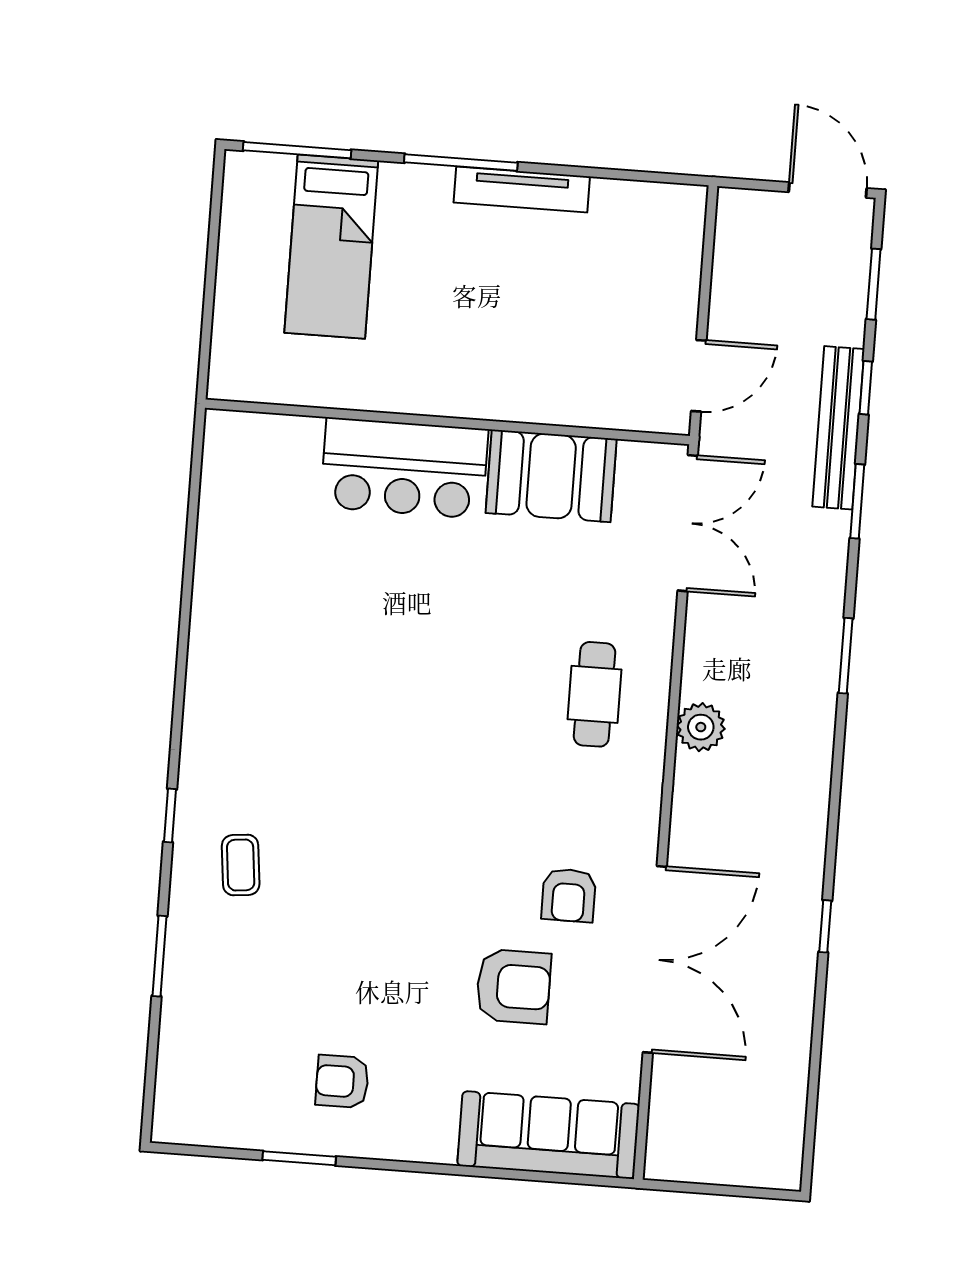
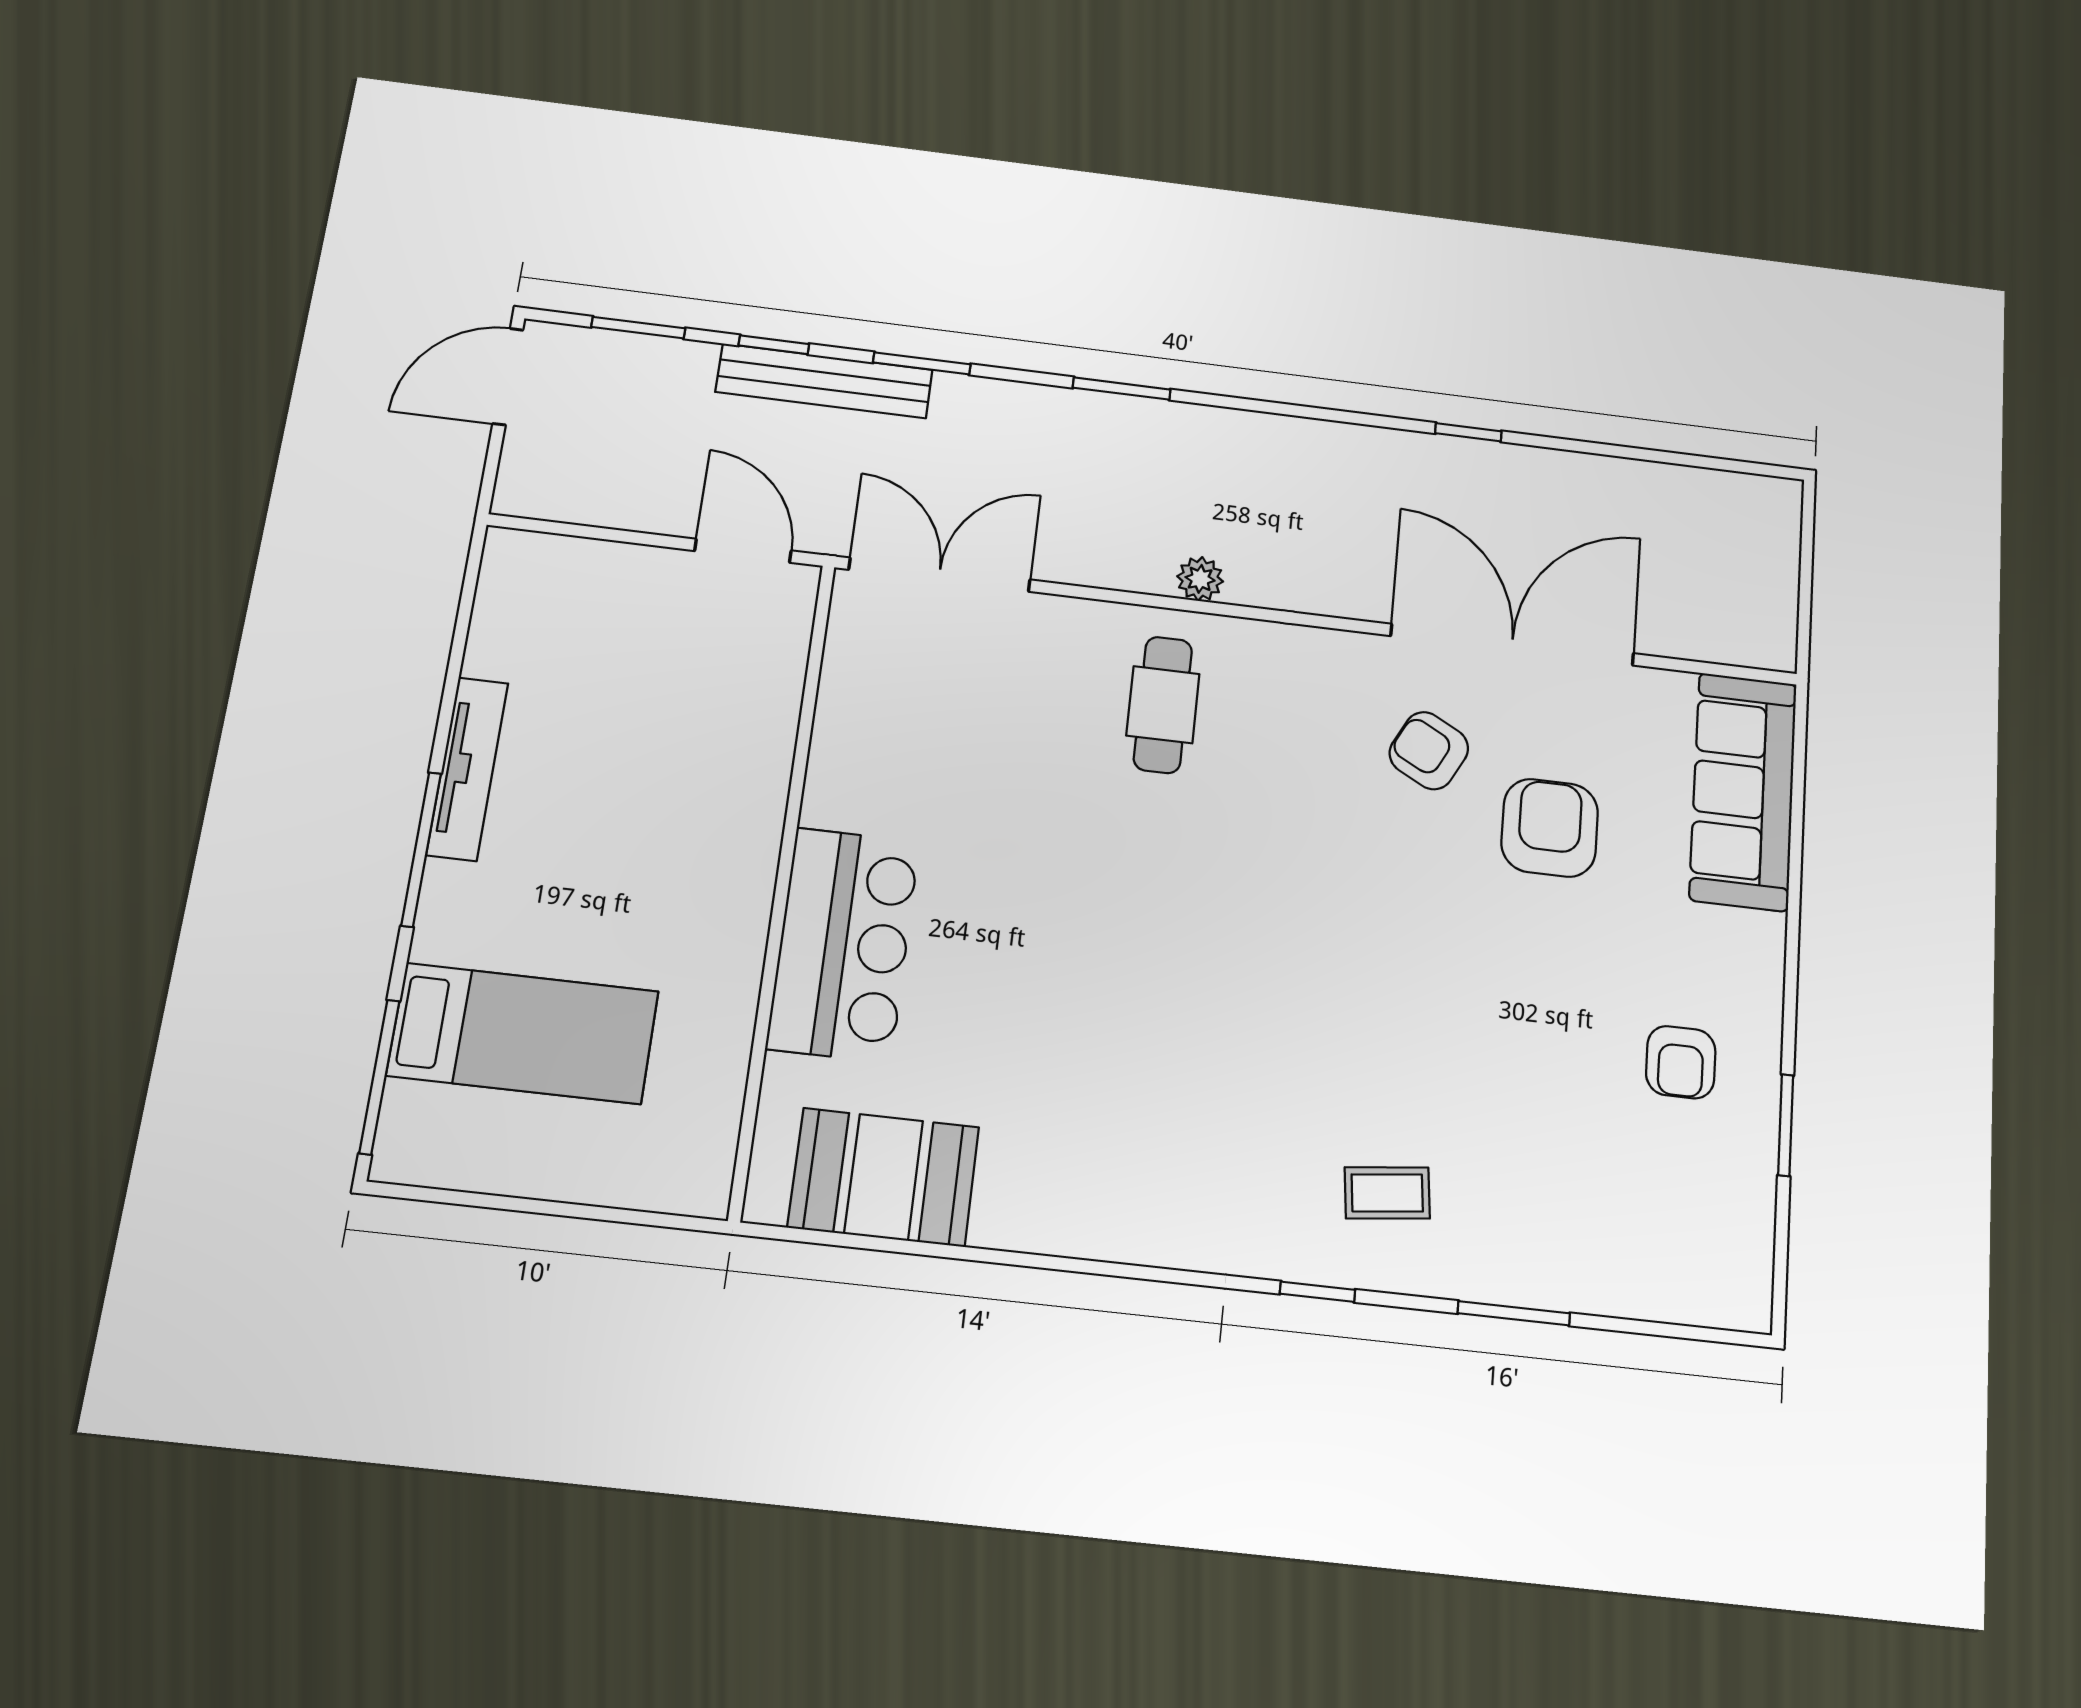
booth: (551, 476) -> (884, 1177), moved, turned 90
cafe table: (595, 694) -> (1163, 705), turned 90
plant: (701, 727) -> (1200, 579), width x0.73, depth x0.73
armchair: (569, 895) -> (1429, 751), turned -152

